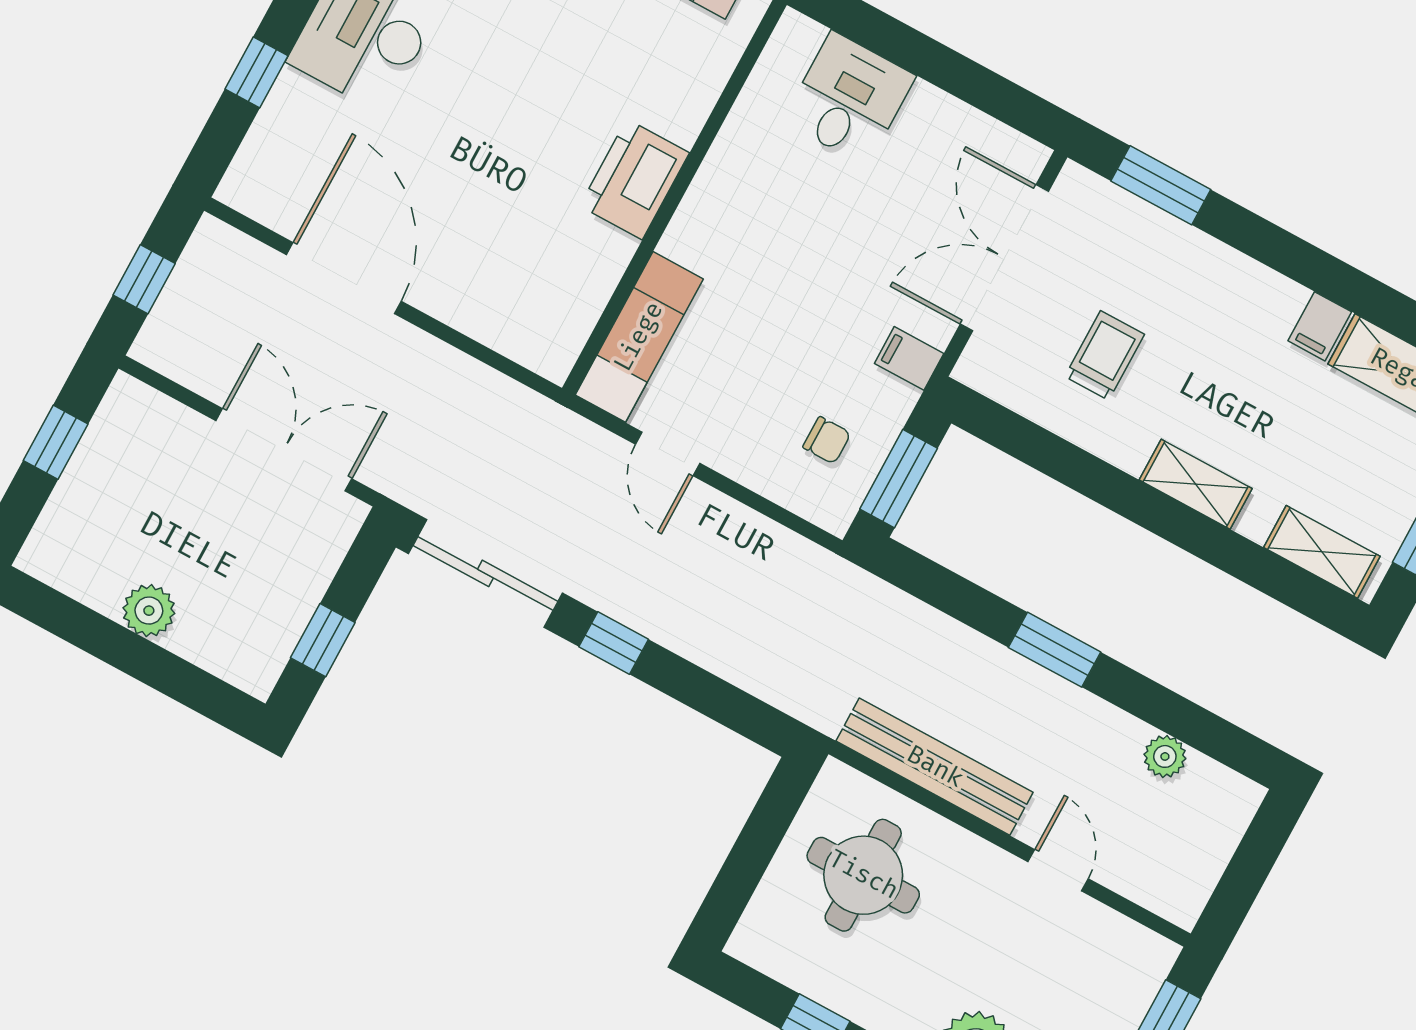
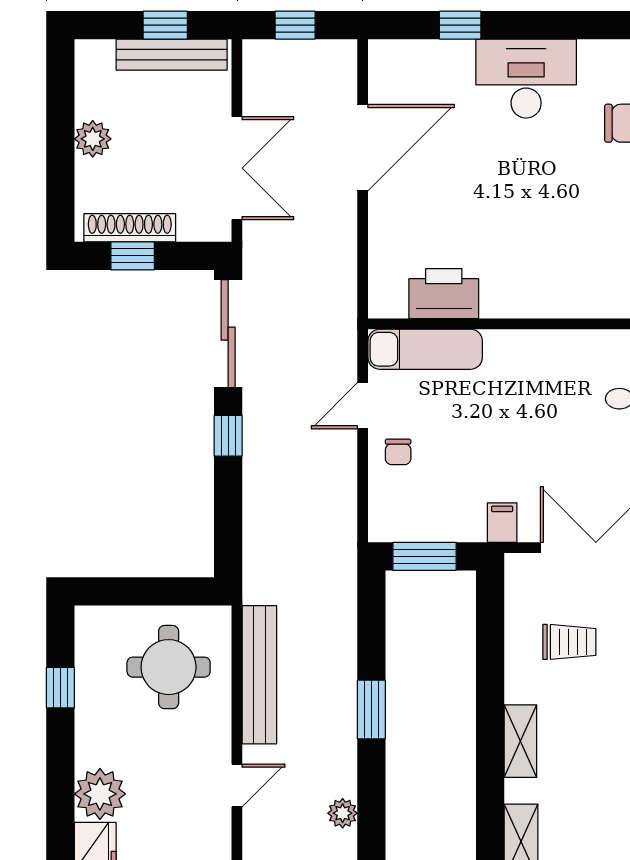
printer: (634, 179) -> (444, 294), moved
chair: (827, 440) -> (398, 452), moved
bench: (97, 454) -> (172, 55), added
shoe rack: (286, 625) -> (130, 228), added

